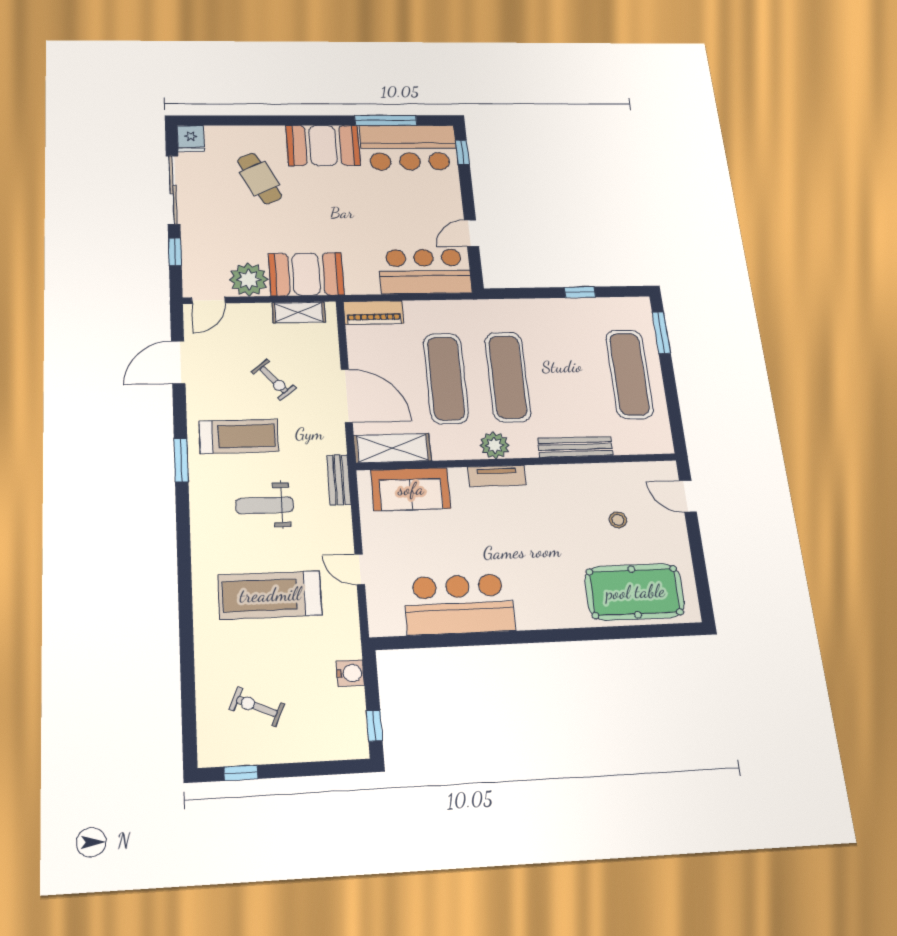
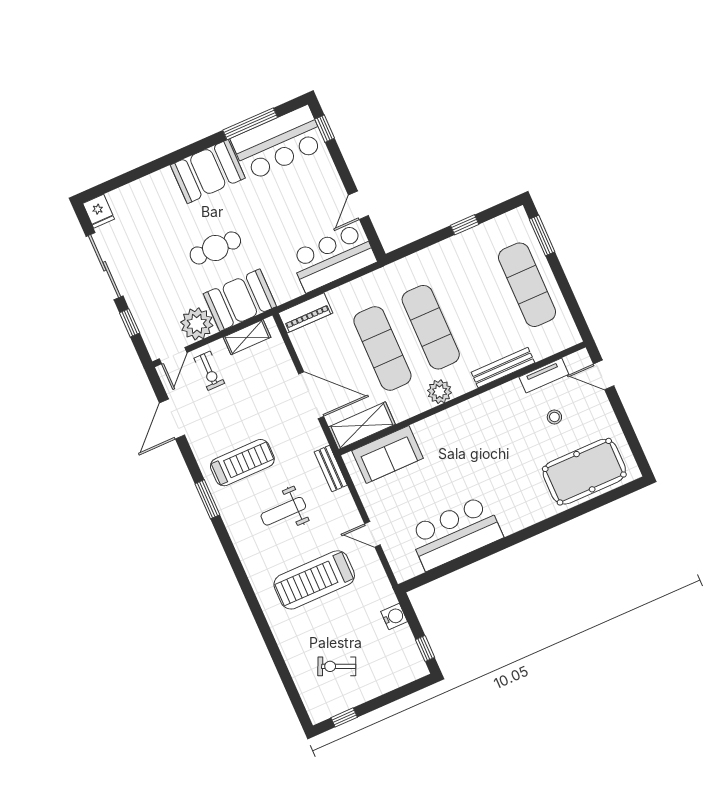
cafe table: (260, 178) -> (215, 248), moved, turned -64
exercise bike: (274, 380) -> (209, 371), moved, turned 40
tv unit: (497, 476) -> (544, 376), moved

